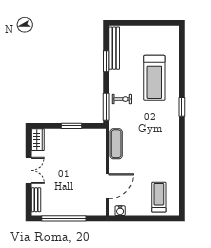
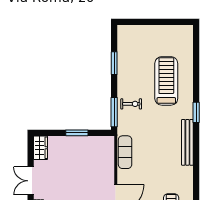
bench: (114, 48) -> (187, 142), moved
treadmill: (154, 78) -> (166, 81), turned 180
double door: (29, 170) -> (31, 181), swing flipped

